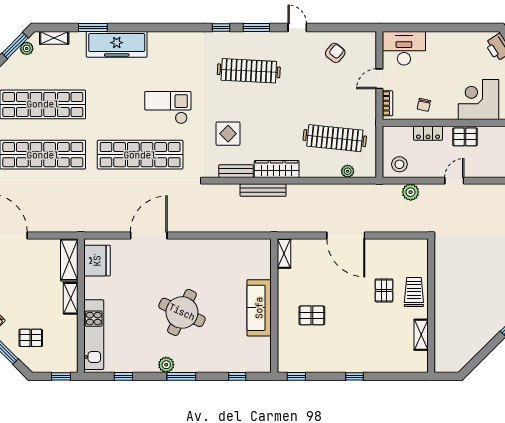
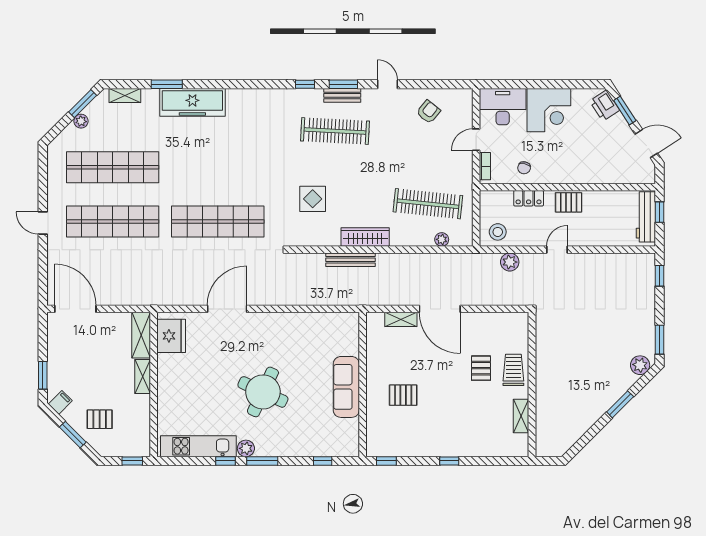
plant: (27, 48) -> (81, 121), moved
corner desk: (479, 100) -> (549, 110), moved, turned 180
checkout: (168, 108) -> (248, 171), removed
bench: (236, 171) -> (342, 95), moved
shelving: (284, 253) -> (401, 319), moved, turned 90
kitchen unit: (94, 335) -> (198, 446), moved, turned -90
window: (123, 376) -> (225, 461), moved

